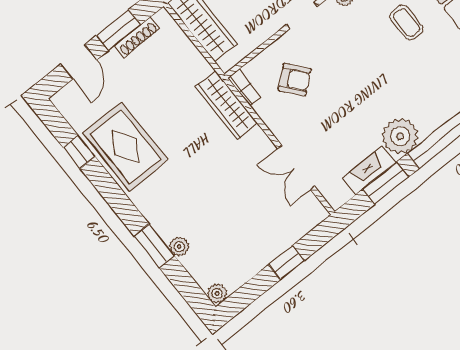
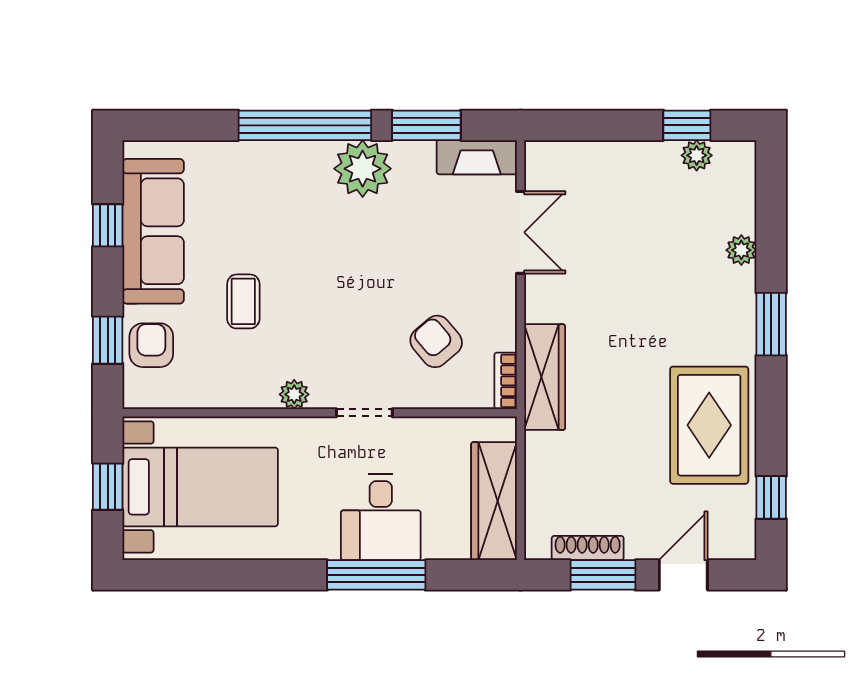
window: (79, 152) -> (771, 497), moved
fireplace: (369, 170) -> (477, 157), moved
window: (154, 246) -> (771, 324), moved
window: (287, 263) -> (687, 125), moved
plant: (217, 294) -> (697, 155), moved

